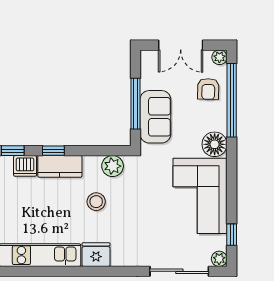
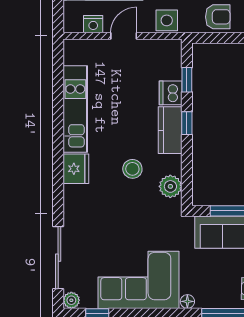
floor lamp: (215, 144) -> (187, 301), width x0.53, depth x0.53

